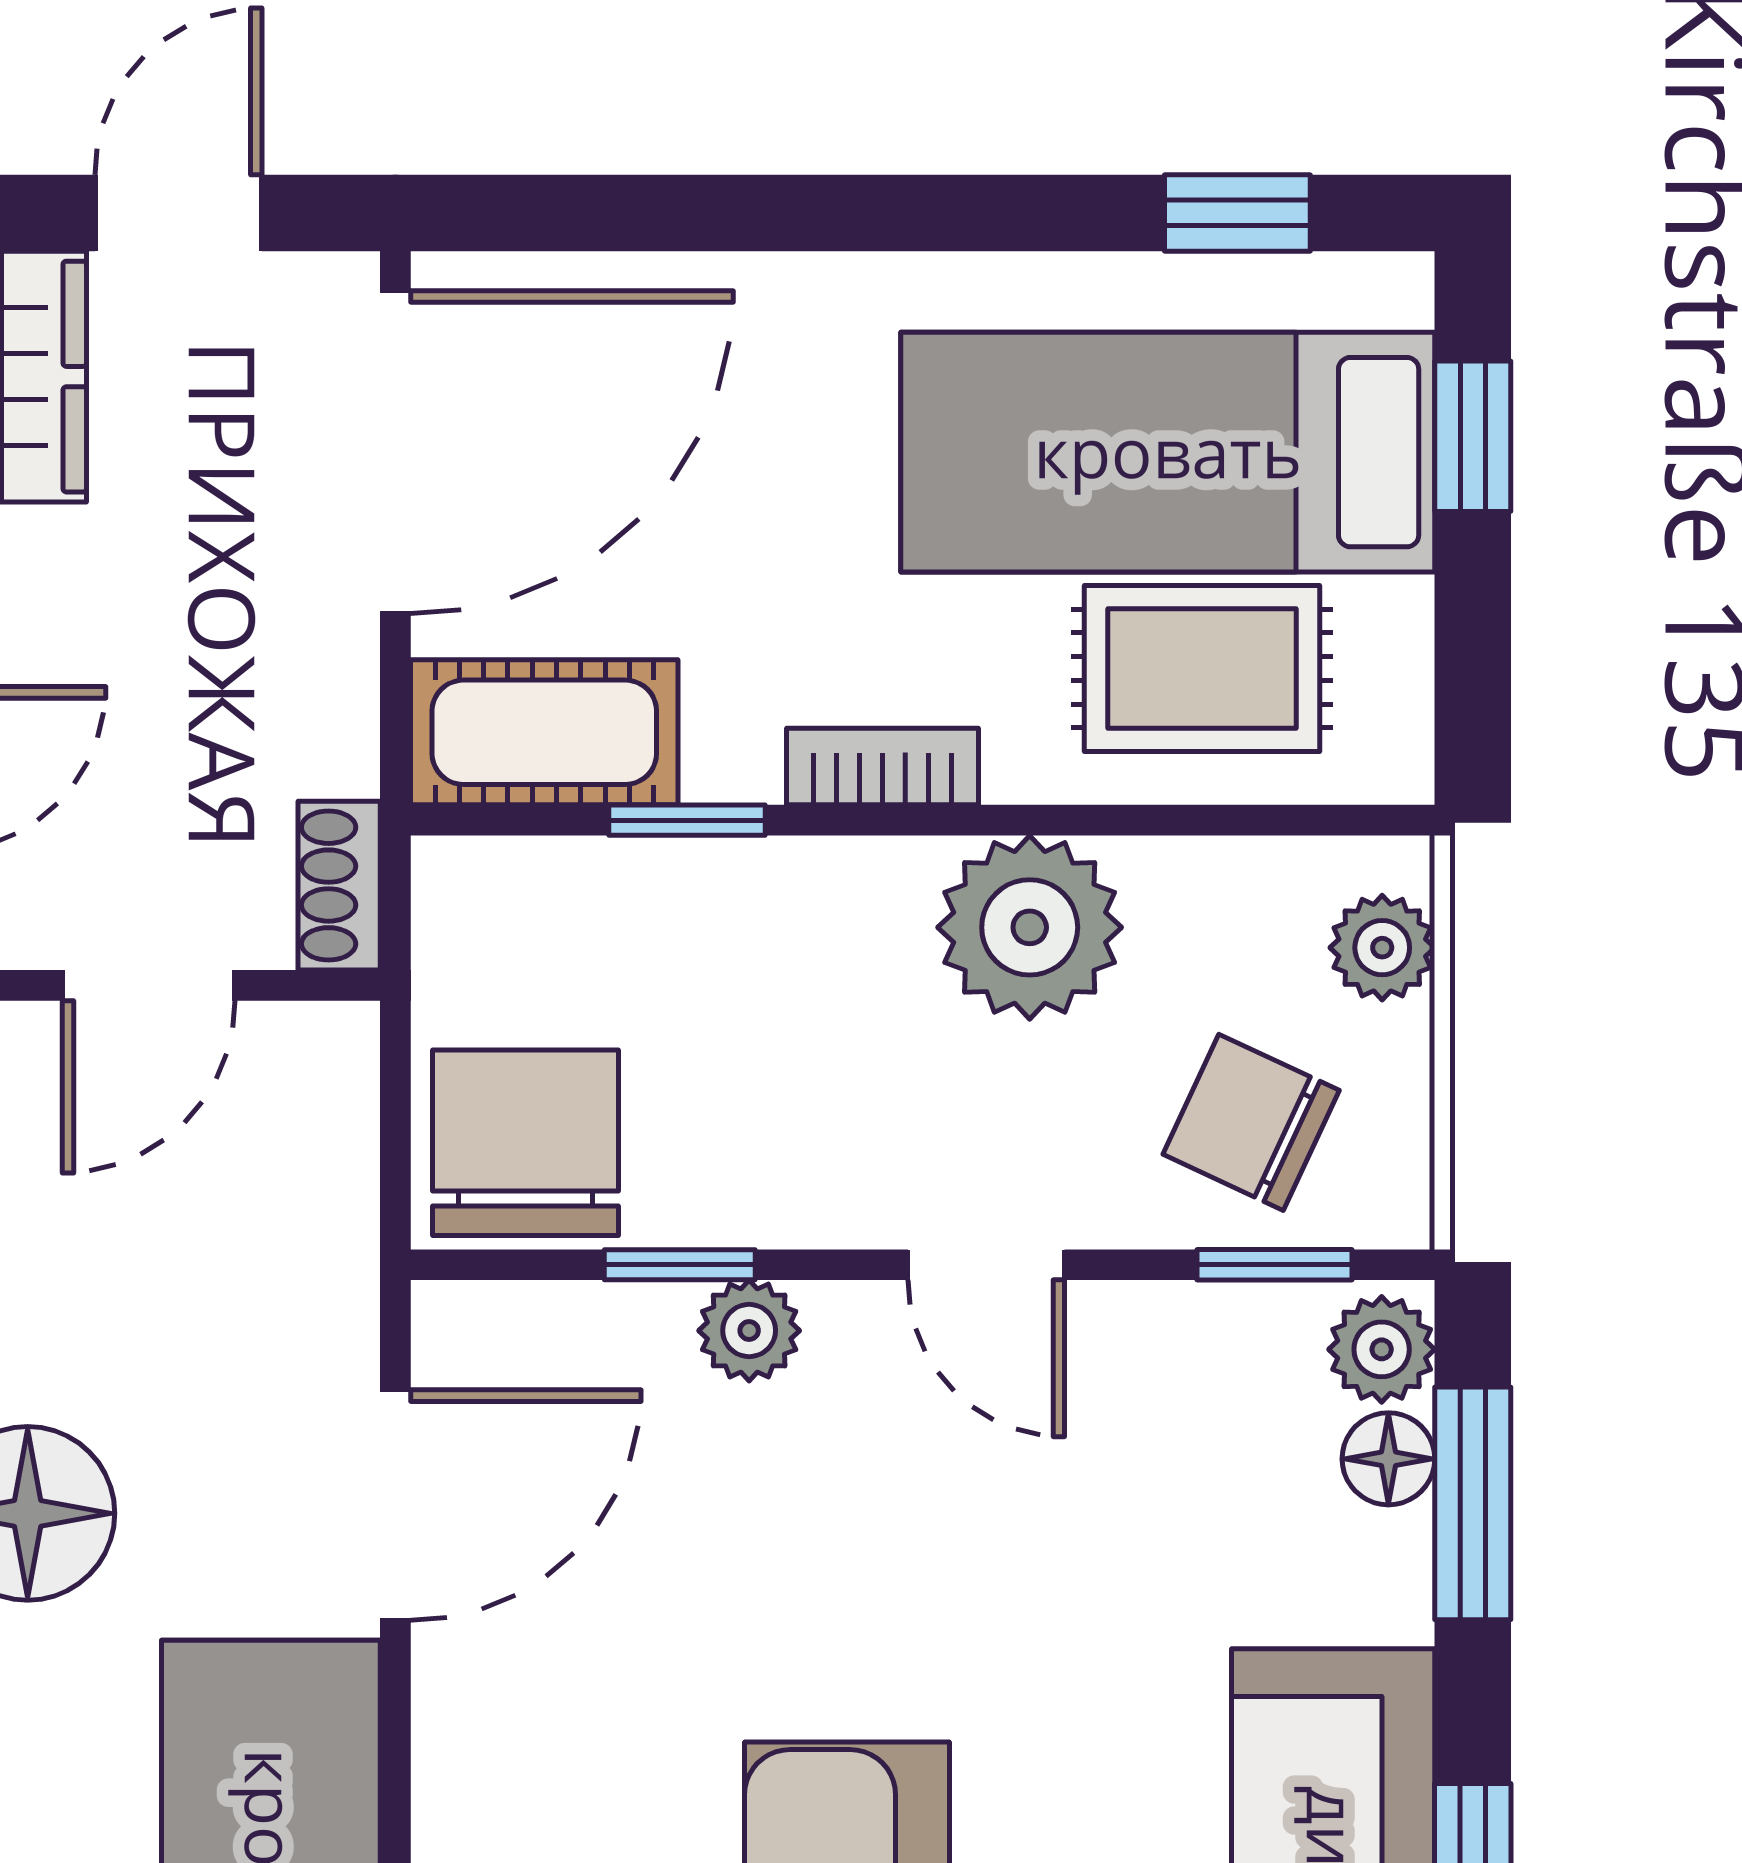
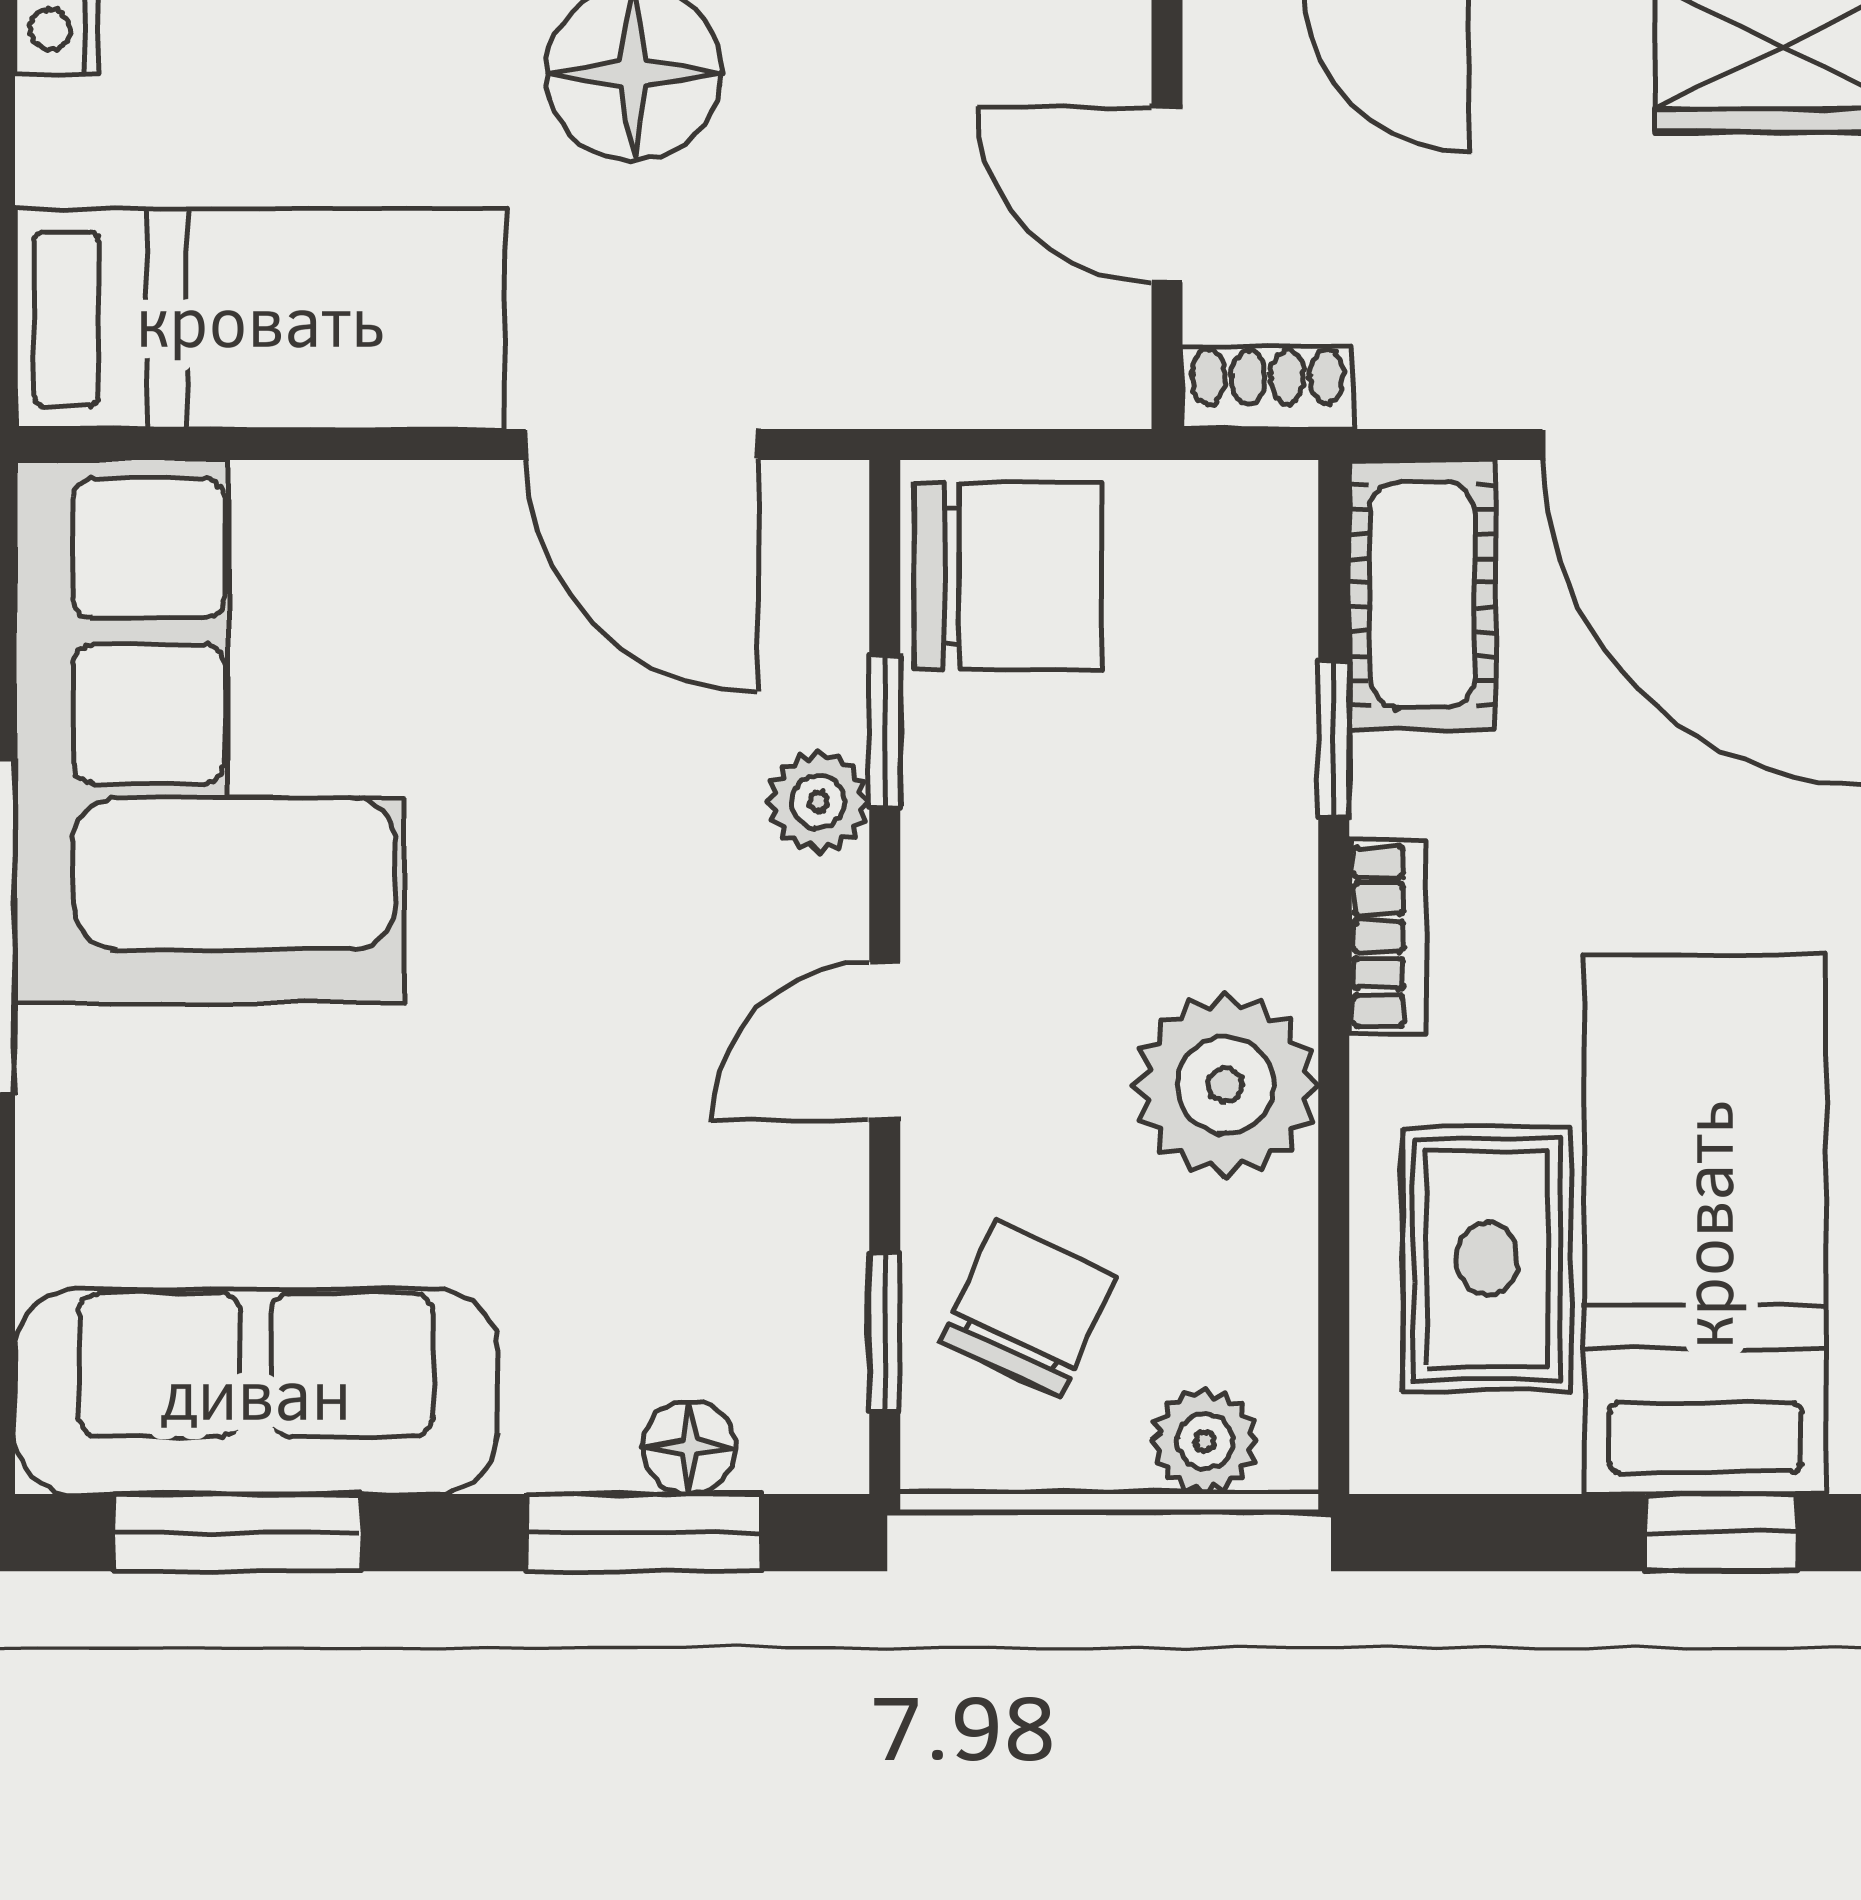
plant: (1382, 1349) -> (799, 1441), removed

